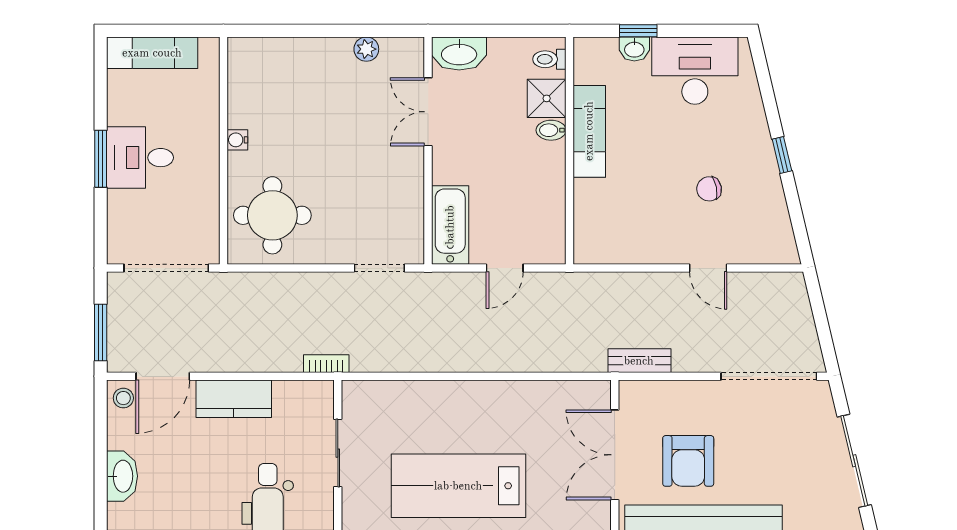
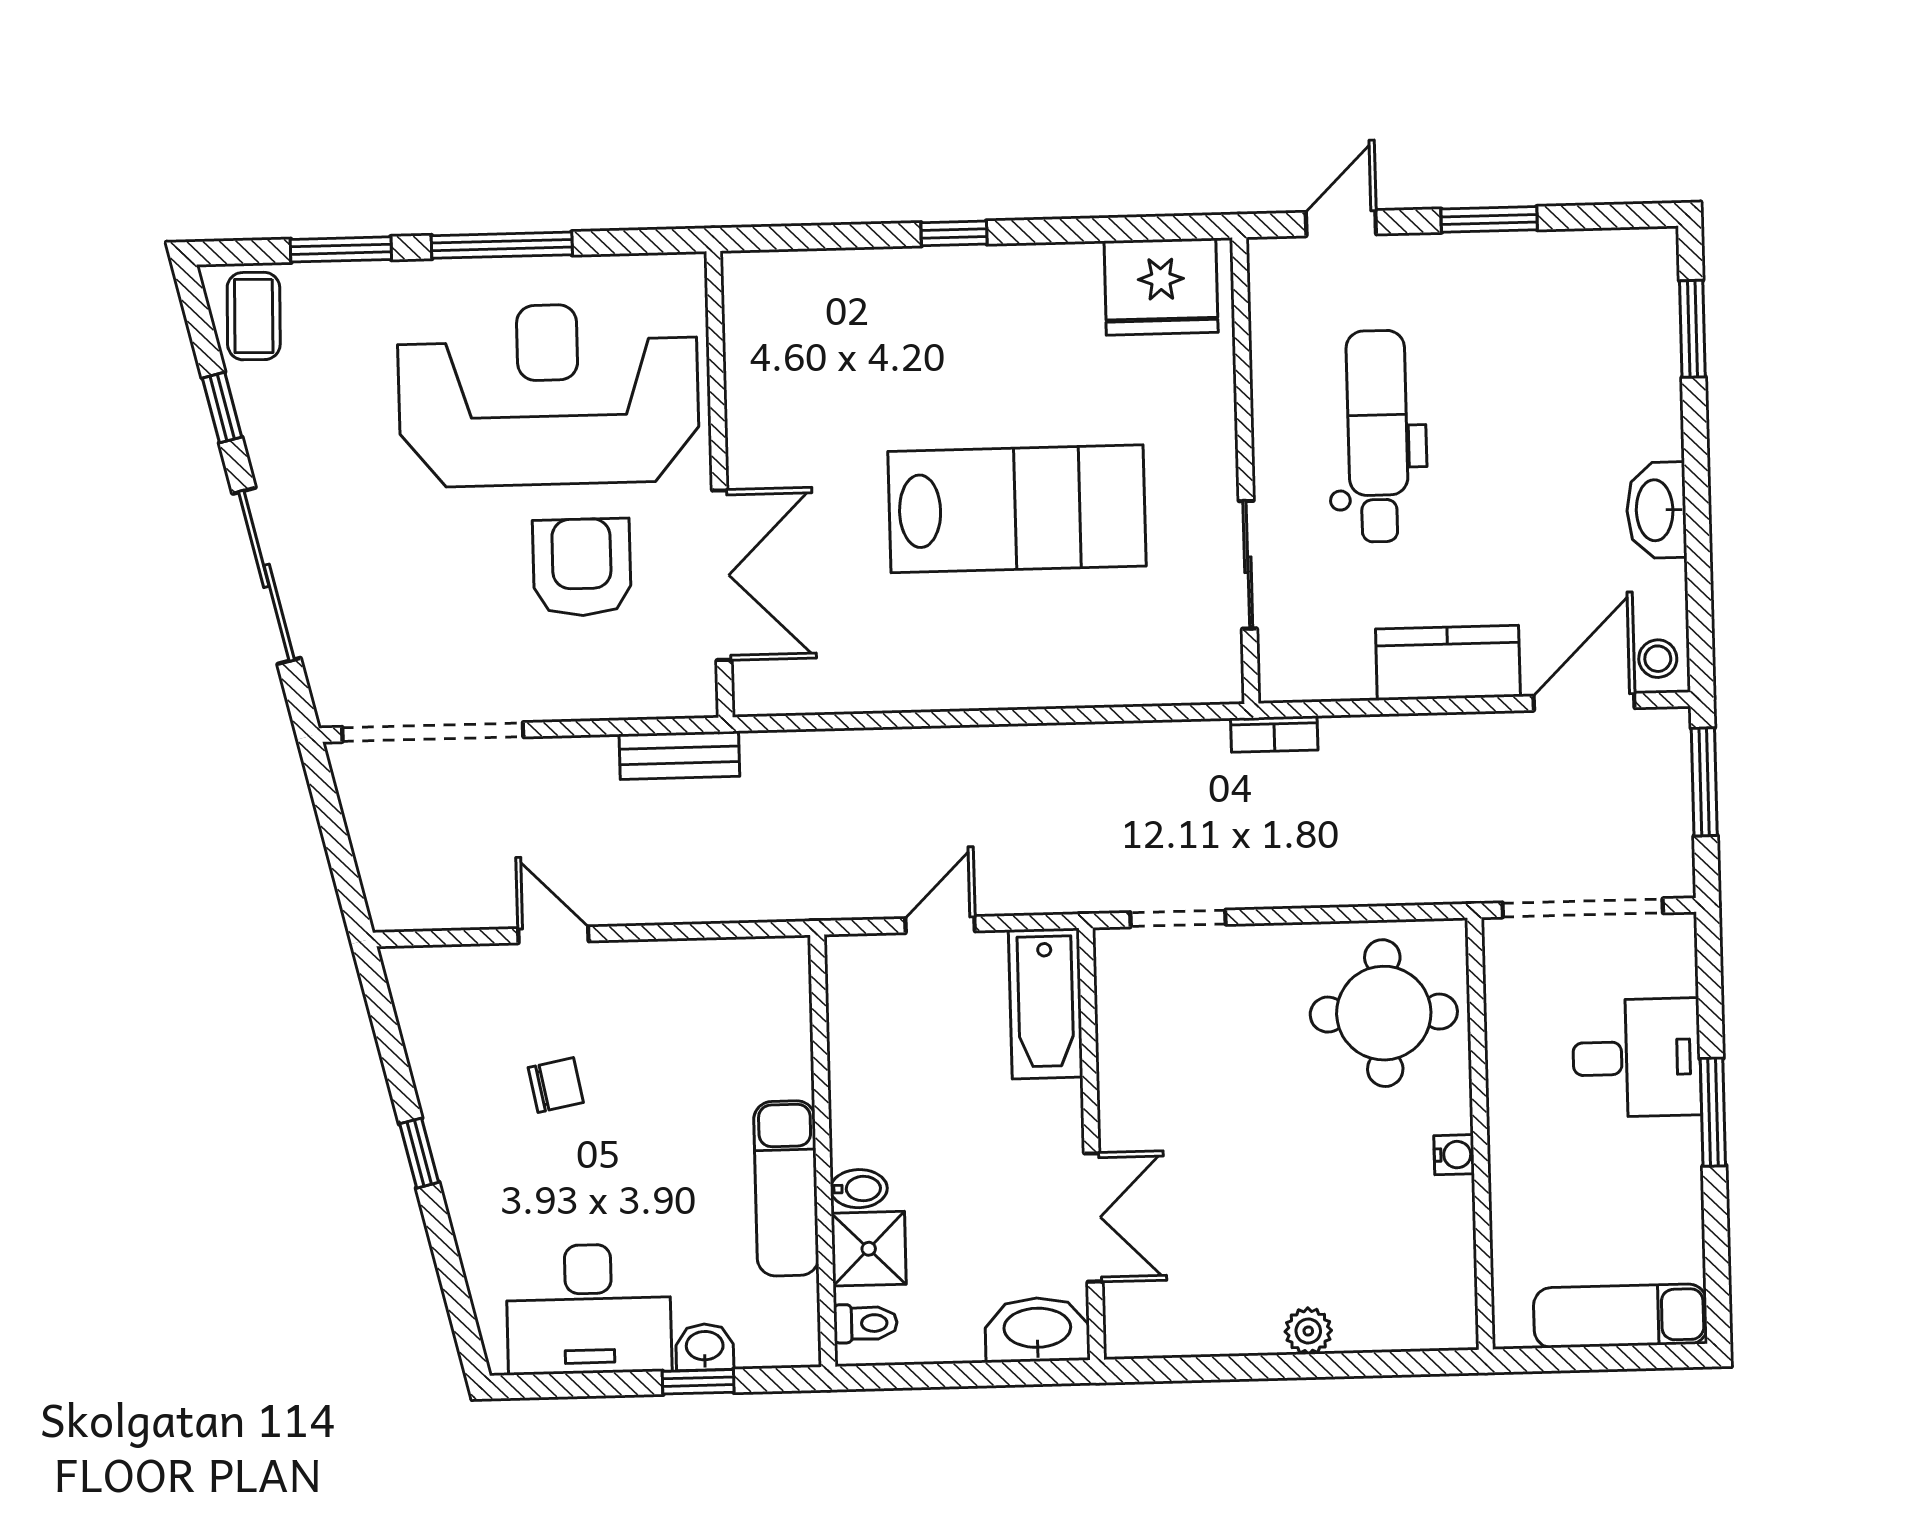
plant: (366, 49) -> (1308, 1331), moved
desk: (140, 158) -> (1637, 1058), moved

